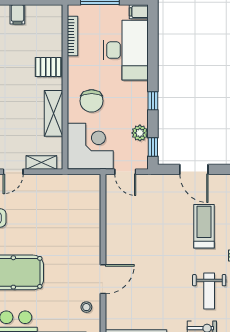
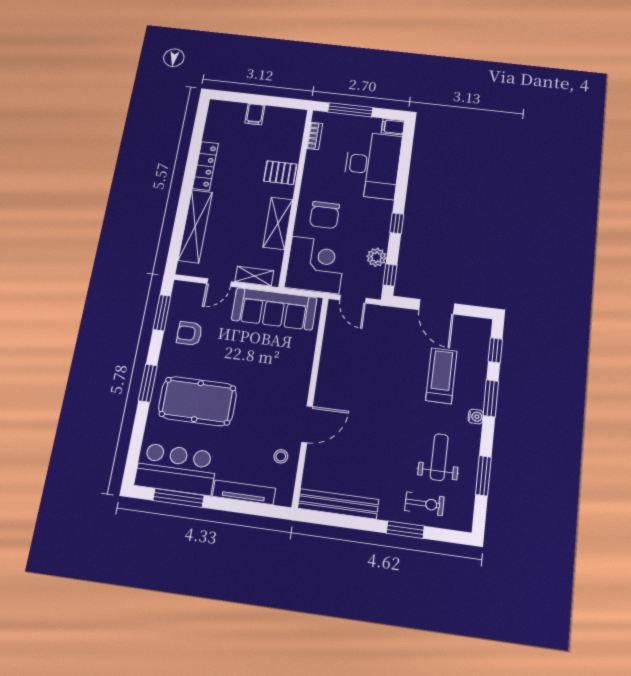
bookcase: (72, 36) -> (315, 136), width x0.64
sofa: (62, 188) -> (274, 309), added
weight bench: (209, 291) -> (439, 457), turned 180

